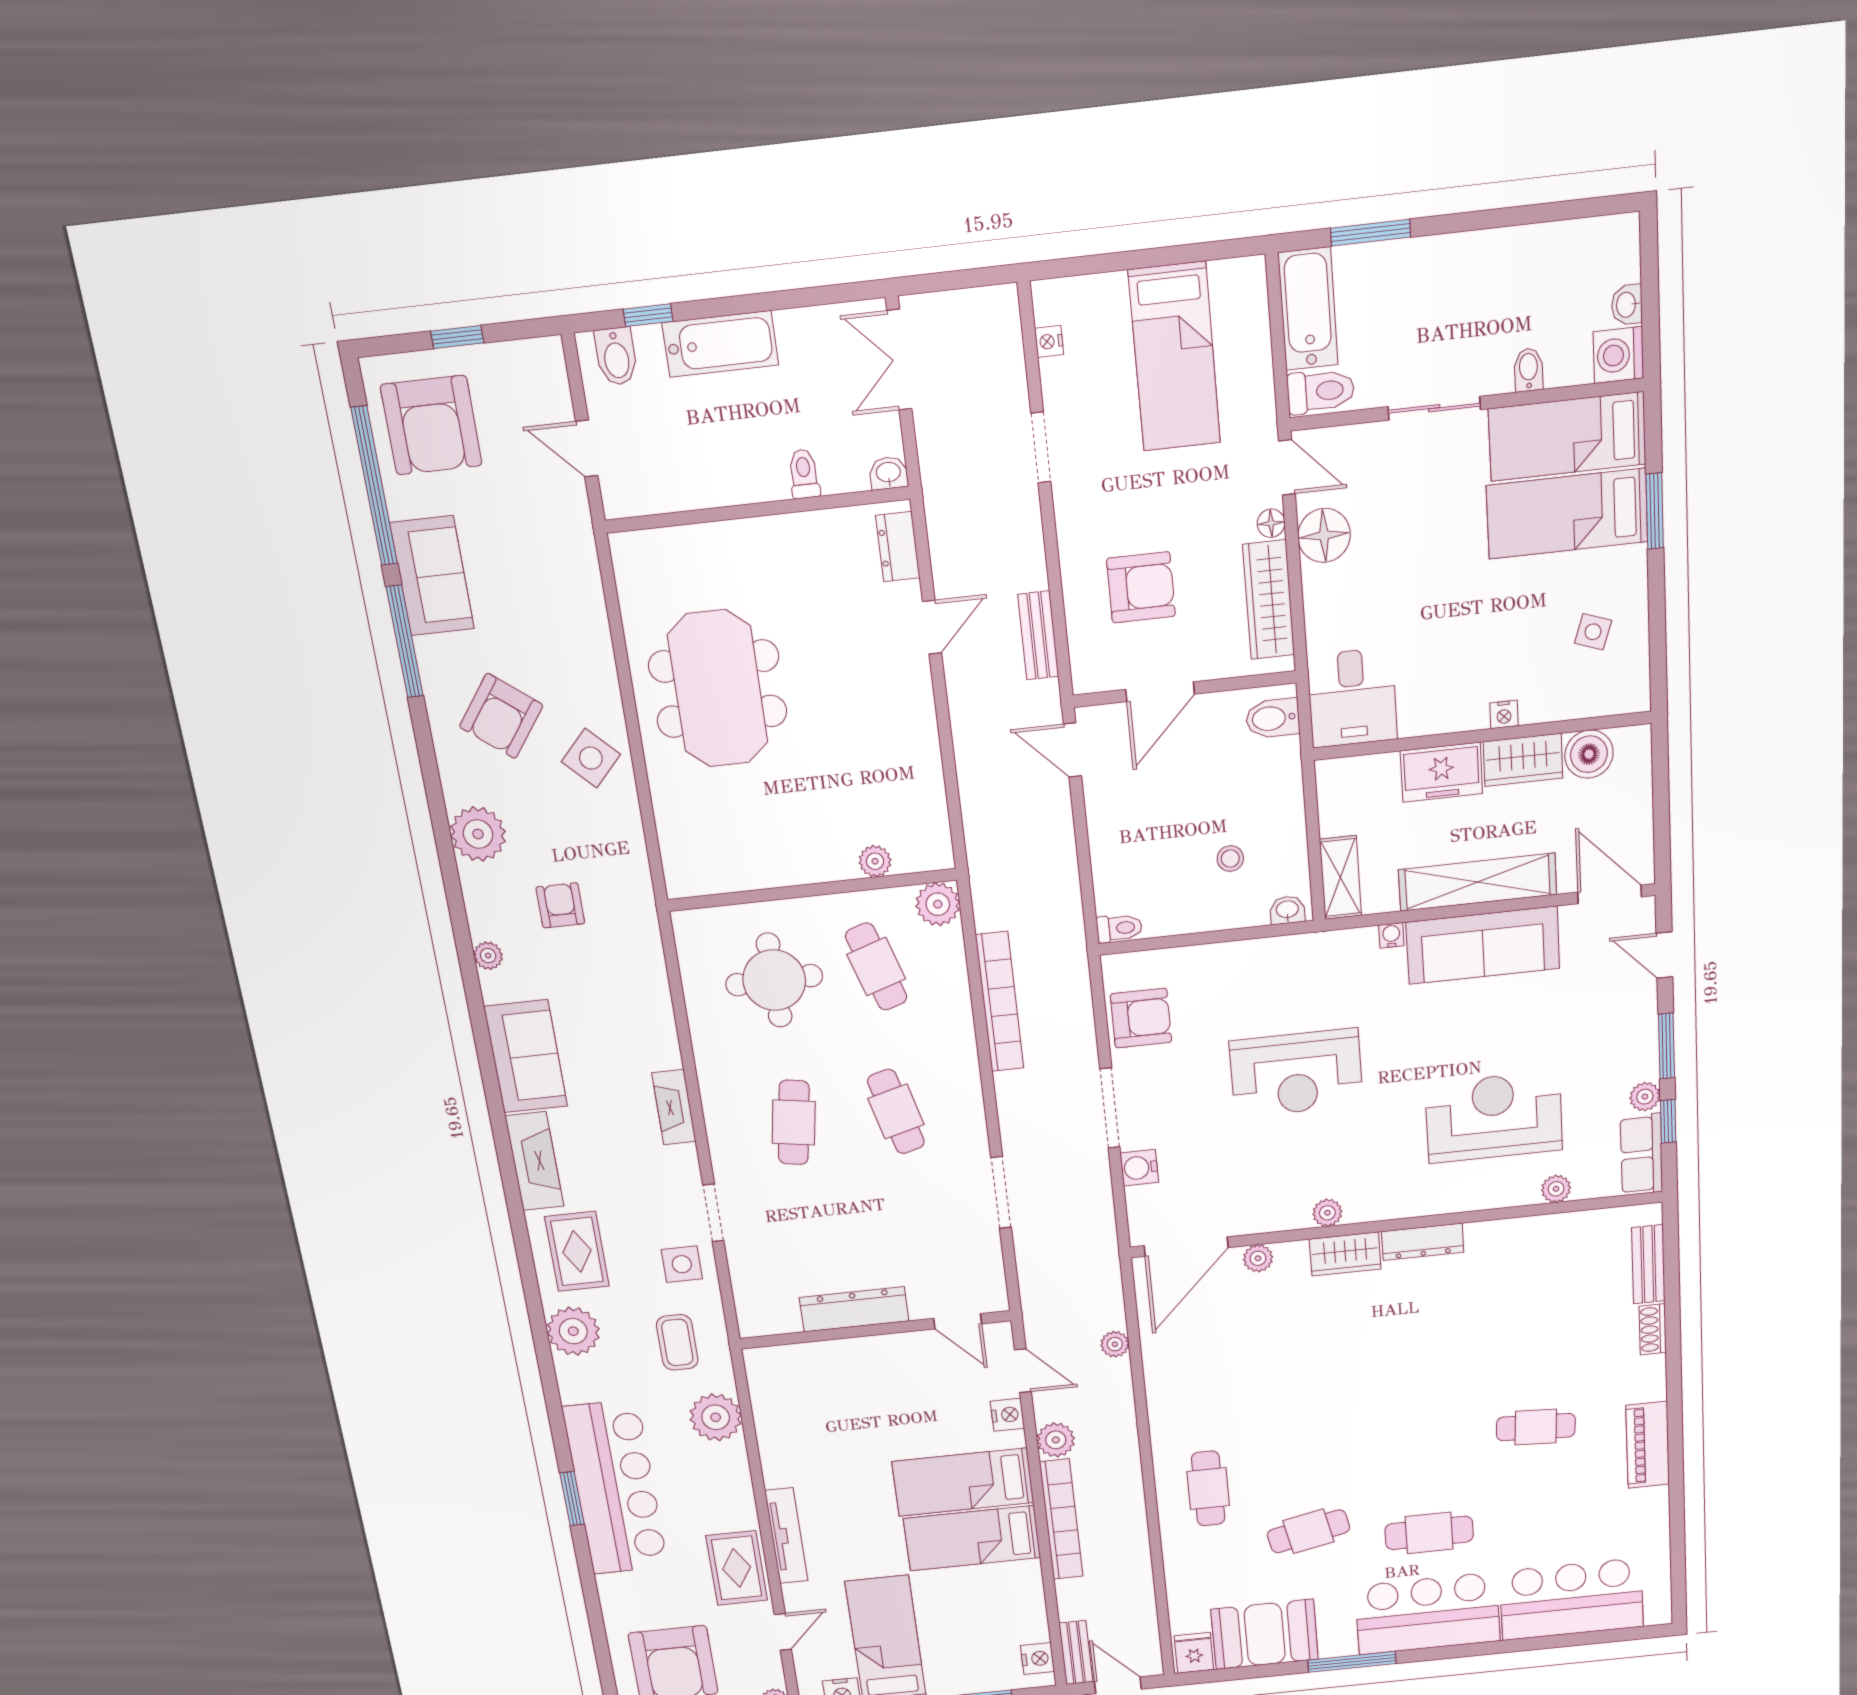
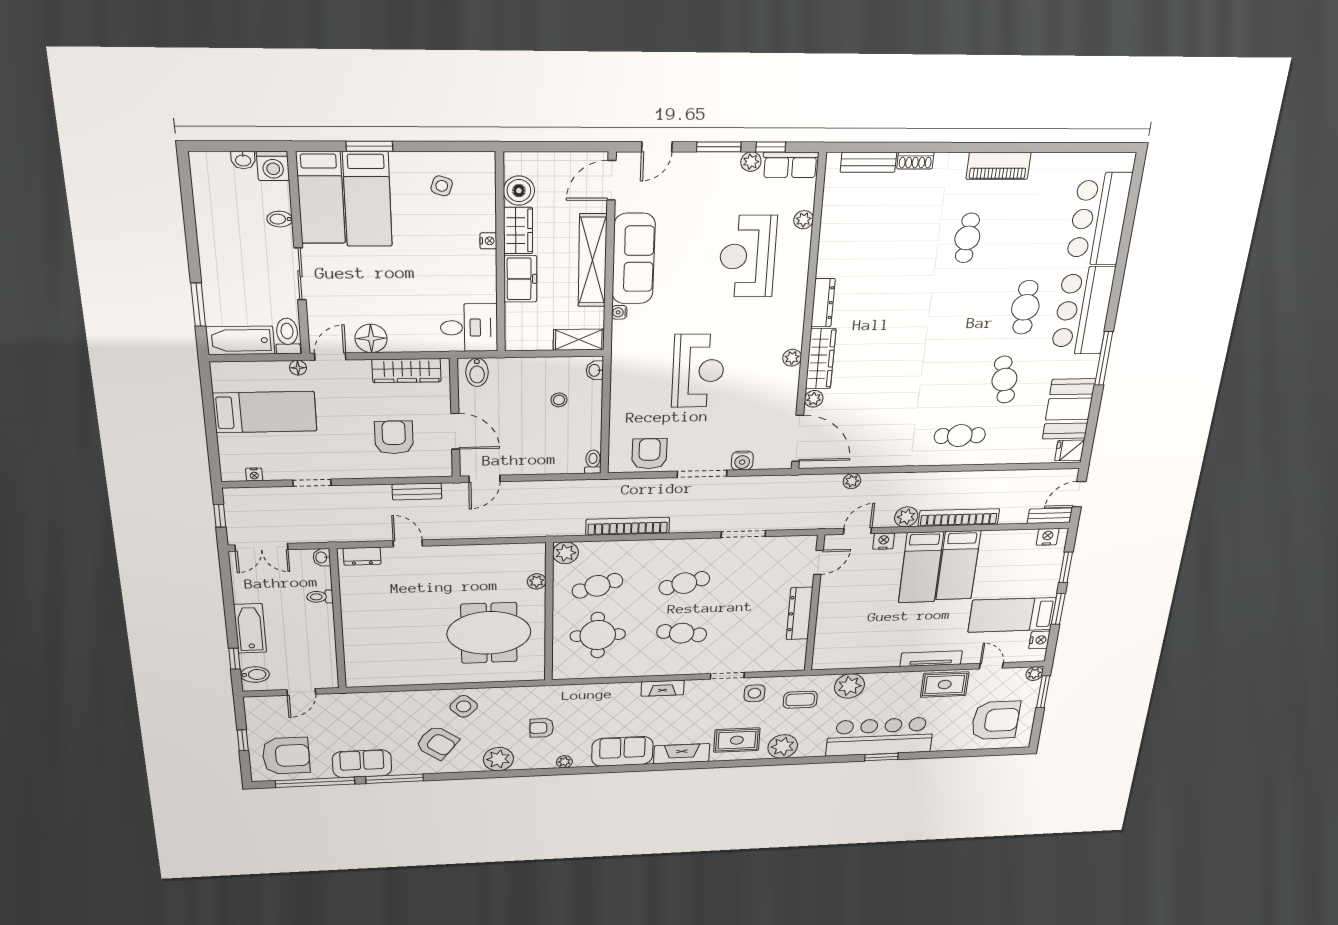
window: (959, 280) -> (220, 516), added
floor lamp: (1271, 523) -> (298, 368), moved
meeting table: (718, 689) -> (489, 633), moved
wardrobe: (1345, 1254) -> (821, 359), width x1.50

